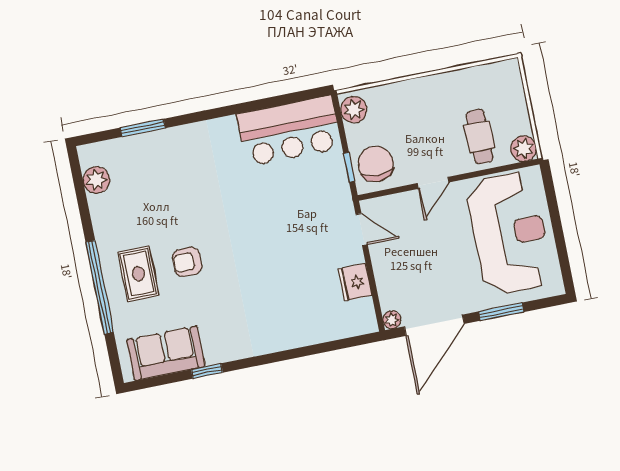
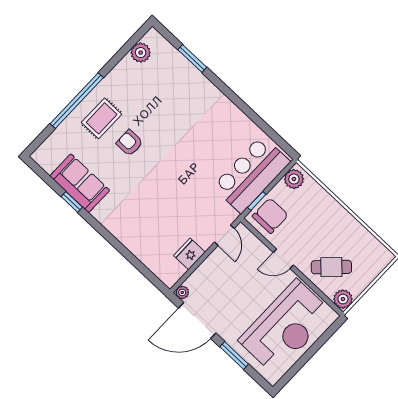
bar counter: (289, 131) -> (251, 174), moved, turned 90
cafe table: (479, 137) -> (331, 267), turned 46
sofa: (166, 353) -> (80, 183), moved

